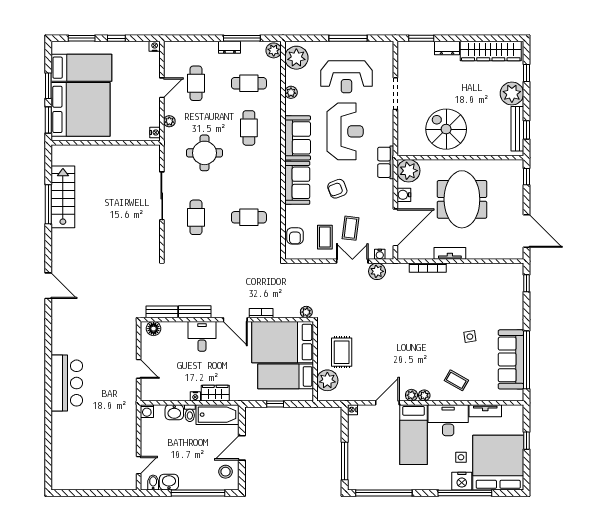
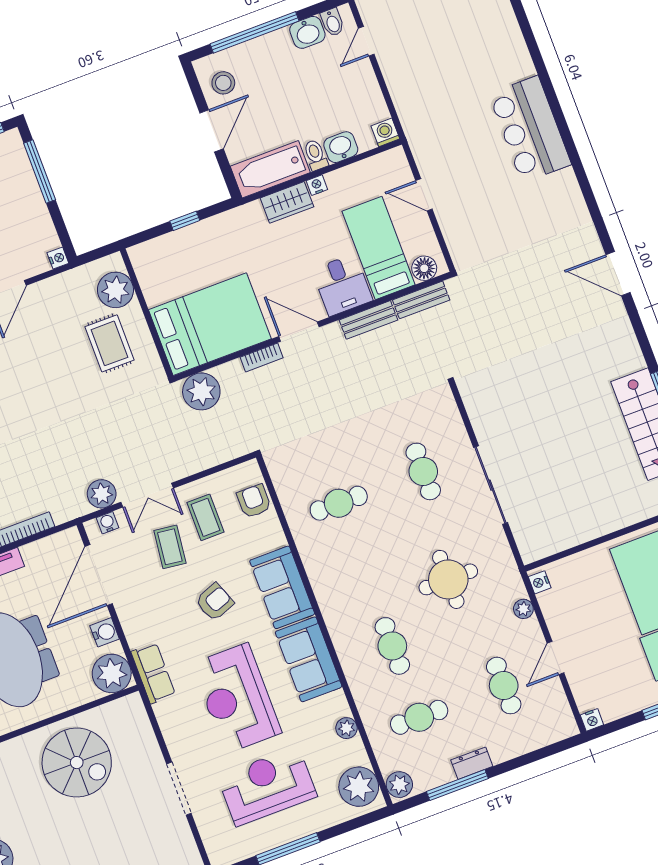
plant: (306, 312) -> (201, 391), width x1.88, depth x1.88
bed: (286, 376) -> (379, 248), moved, turned -90

